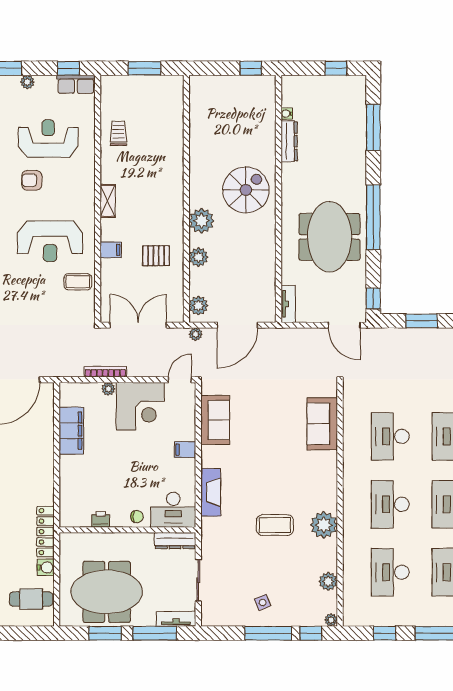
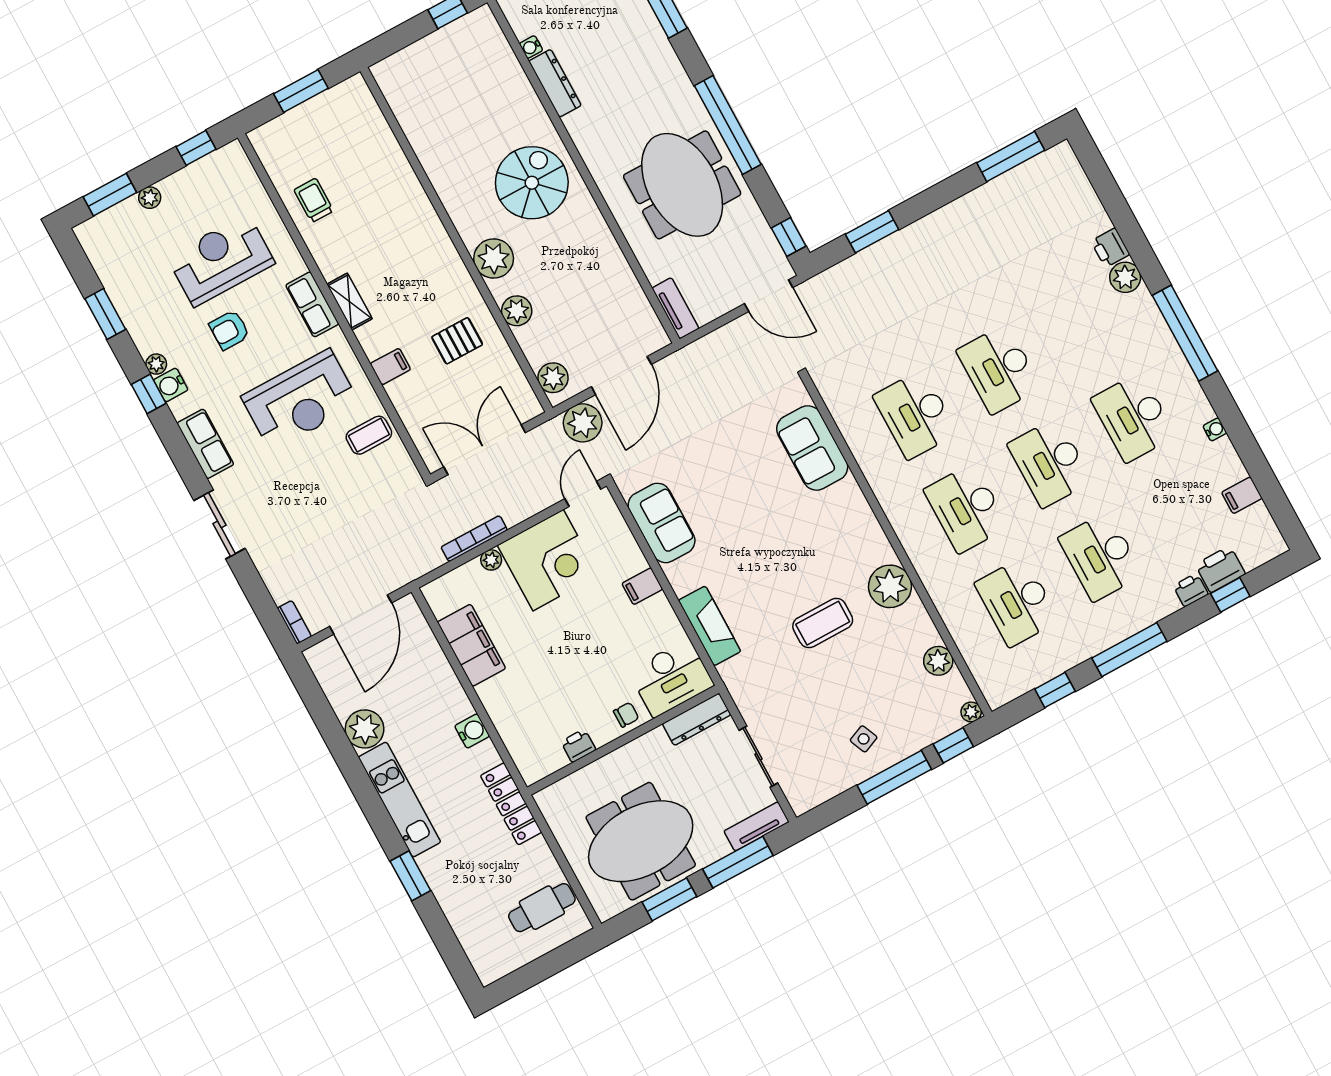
row of seats: (76, 84) -> (312, 304), moved, turned 90
plant: (196, 334) -> (583, 423), width x1.87, depth x1.87
water cooler: (46, 567) -> (472, 731), moved

